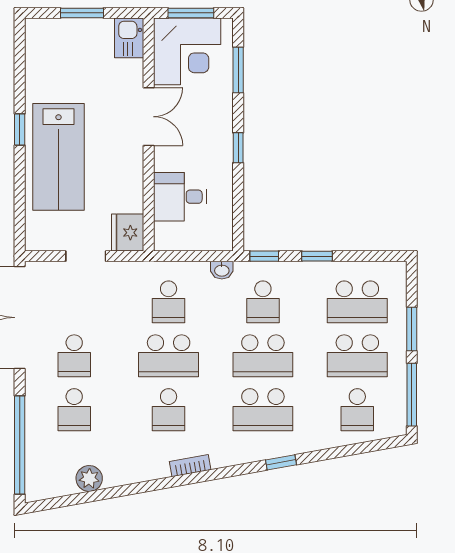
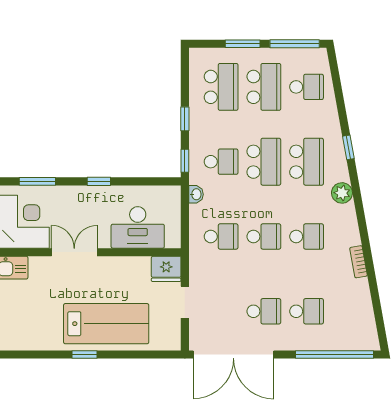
desk: (180, 197) -> (138, 227), width x1.37
school desk: (169, 356) -> (264, 236), width x0.54
bookcase: (190, 466) -> (359, 262), moved
plant: (89, 478) -> (342, 193), moved

